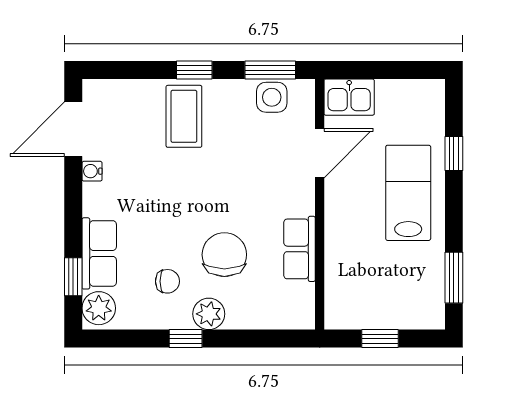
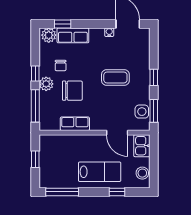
stool: (411, 96) -> (142, 173), added
coffee table: (184, 116) -> (115, 78), moved
window: (454, 278) -> (62, 192), width x1.44
window: (259, 339) -> (35, 106), added

